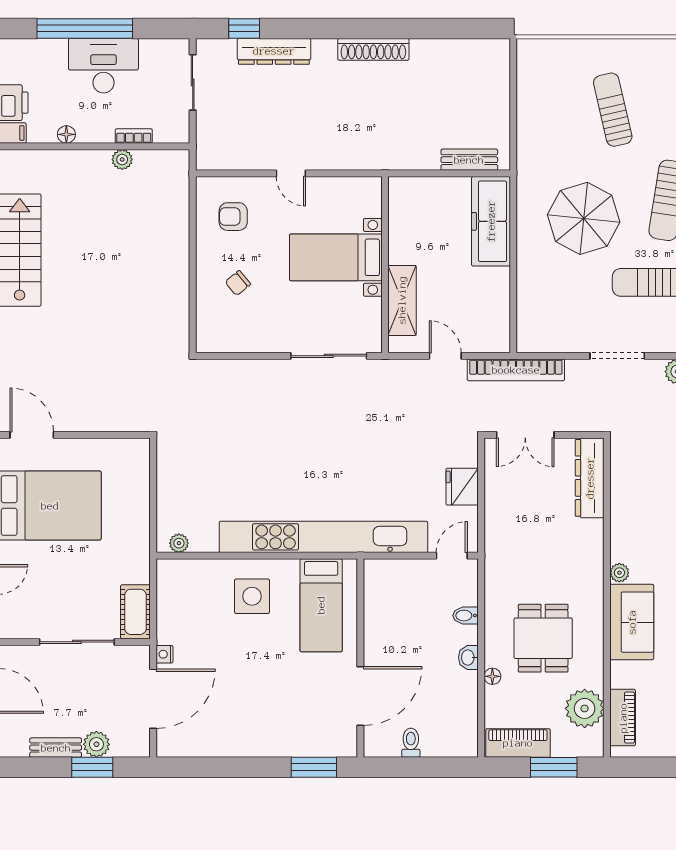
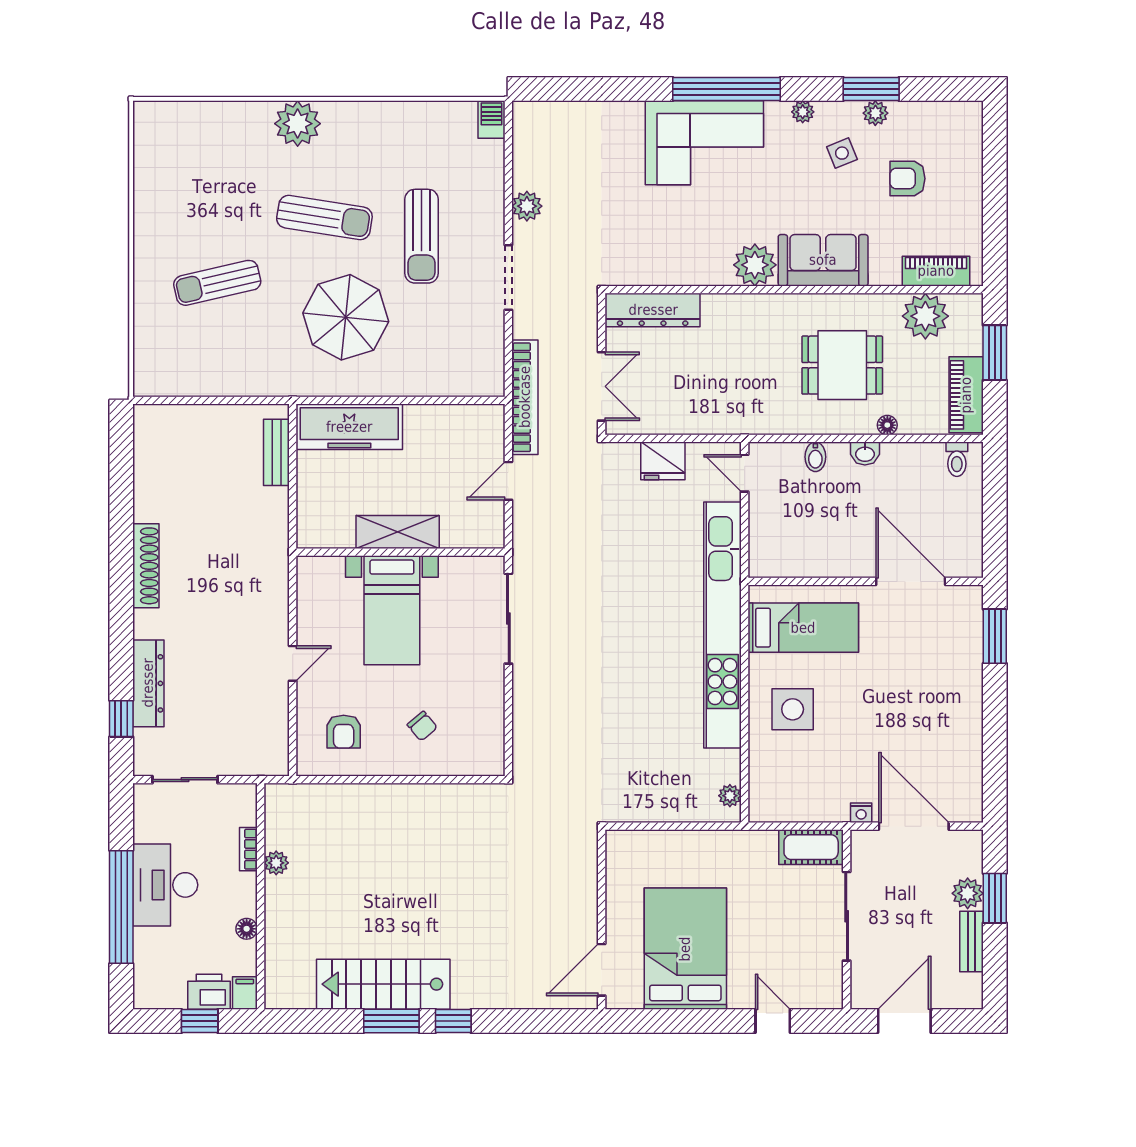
shelving: (402, 300) -> (398, 532), moved
plant: (619, 573) -> (755, 265), width x1.88, depth x1.88
toilet: (411, 743) -> (957, 459), moved, turned -90

